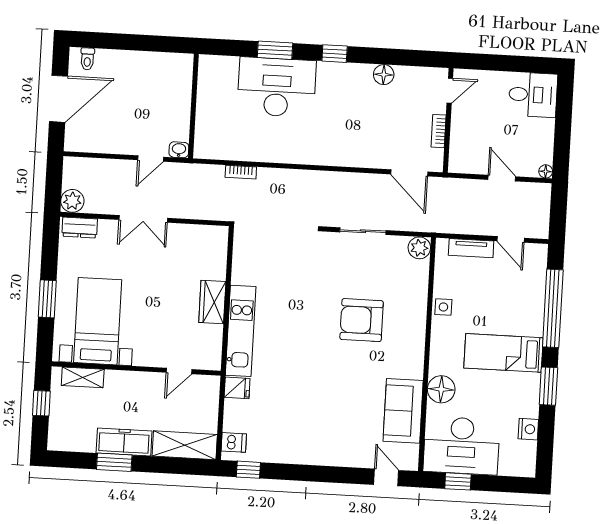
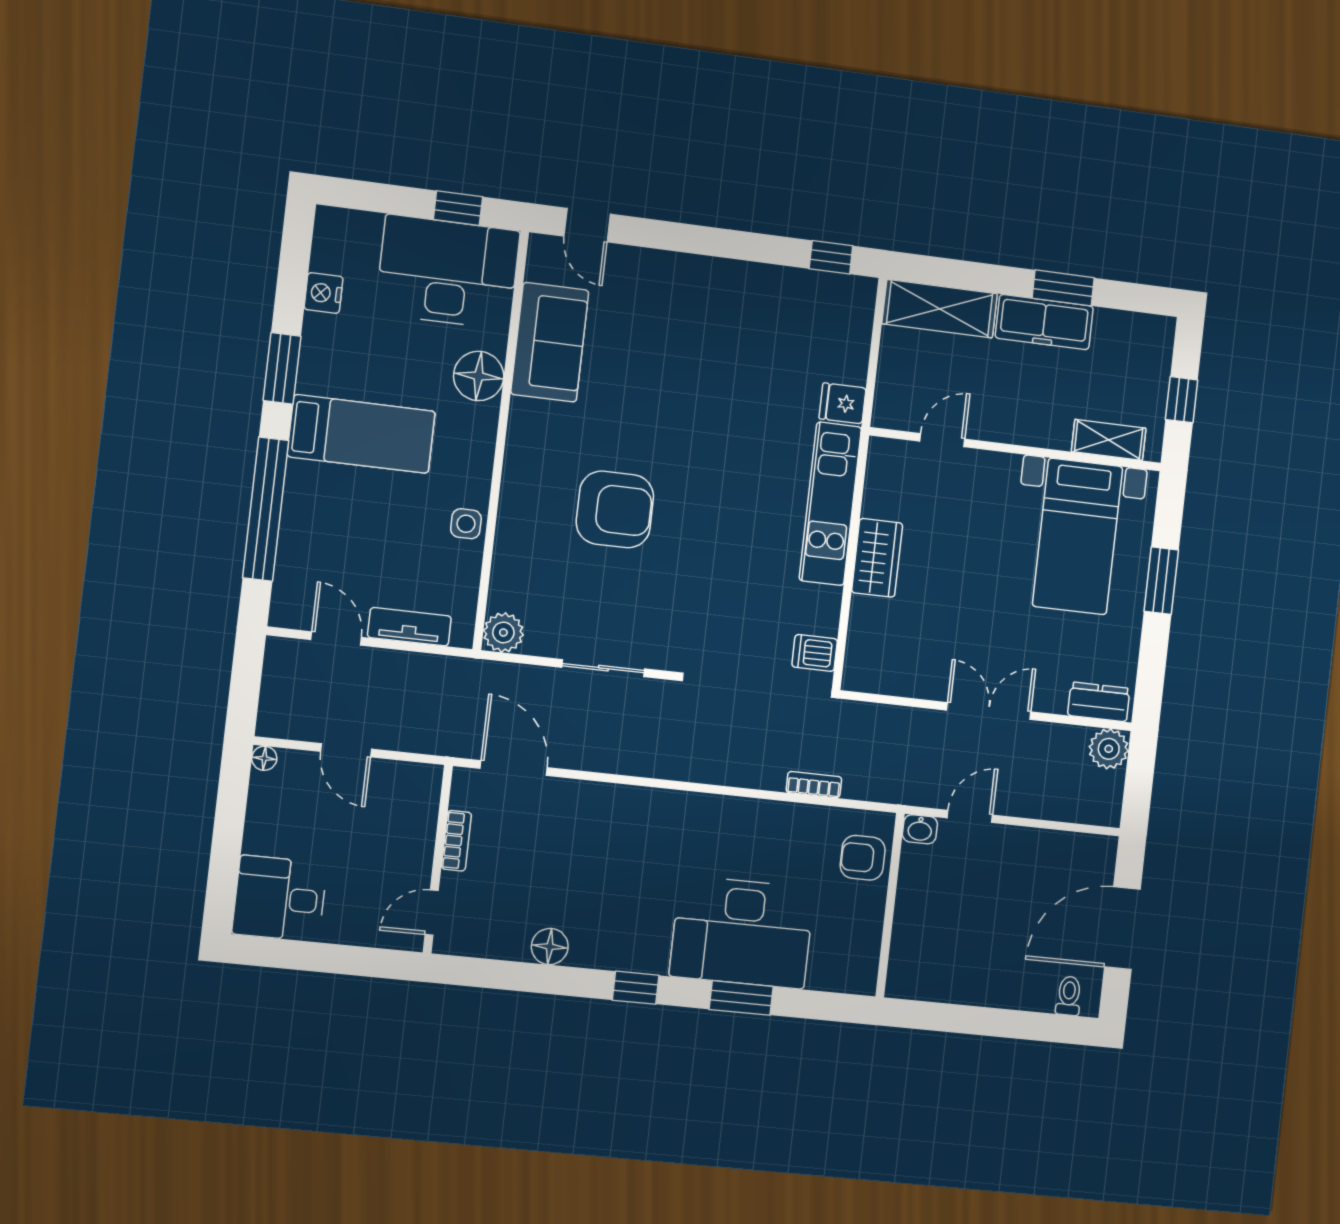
armchair: (211, 132) -> (863, 858), added
dishwasher: (234, 442) -> (815, 653), moved

